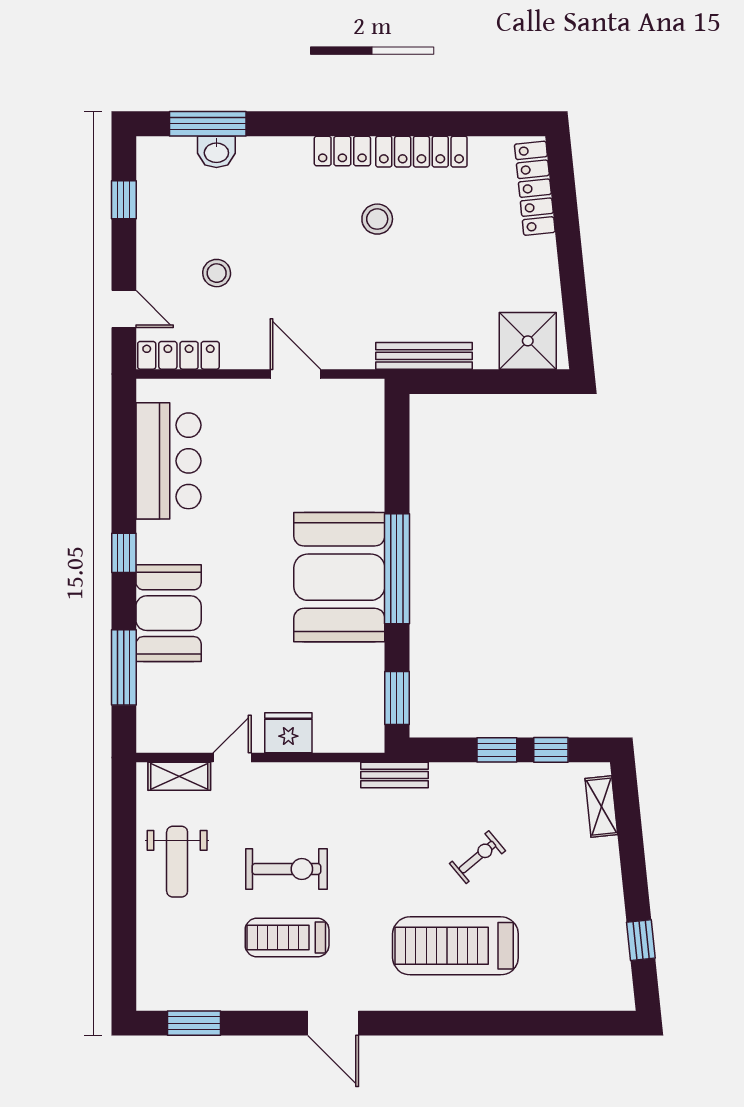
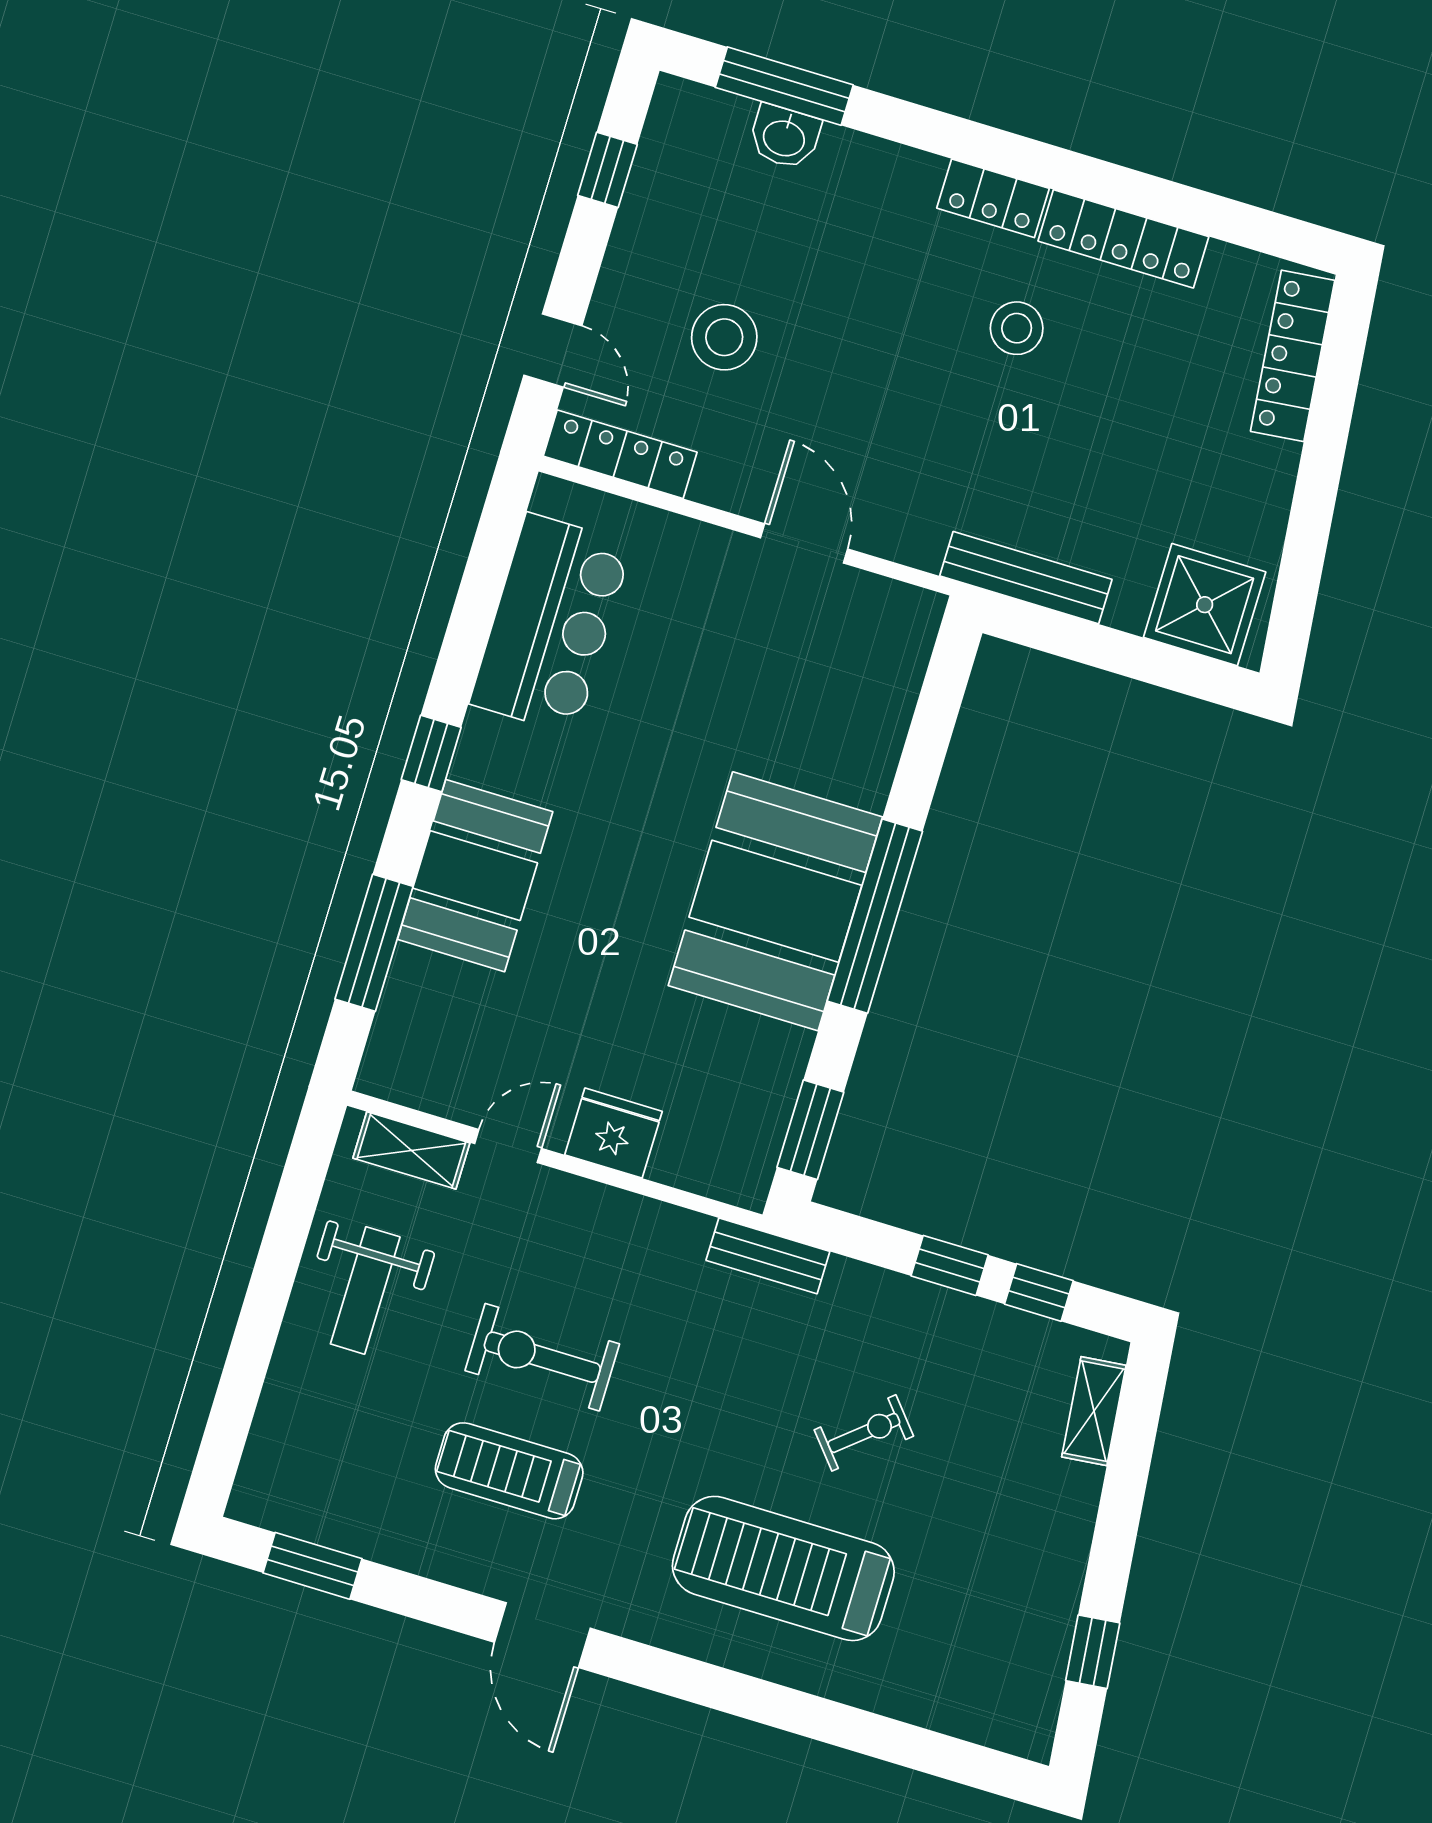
stool: (217, 273) -> (724, 337), width x1.38, depth x1.38
exercise bike: (286, 869) -> (542, 1357), turned 180

